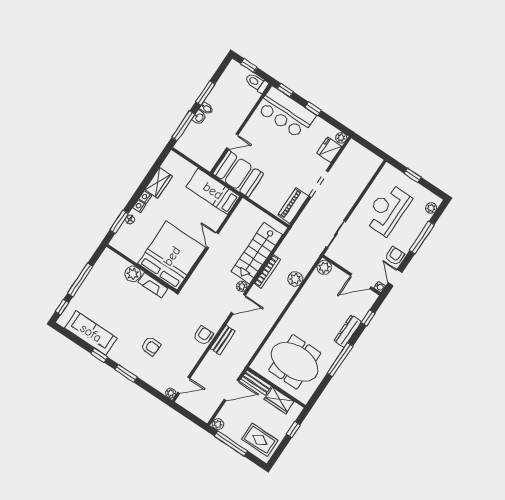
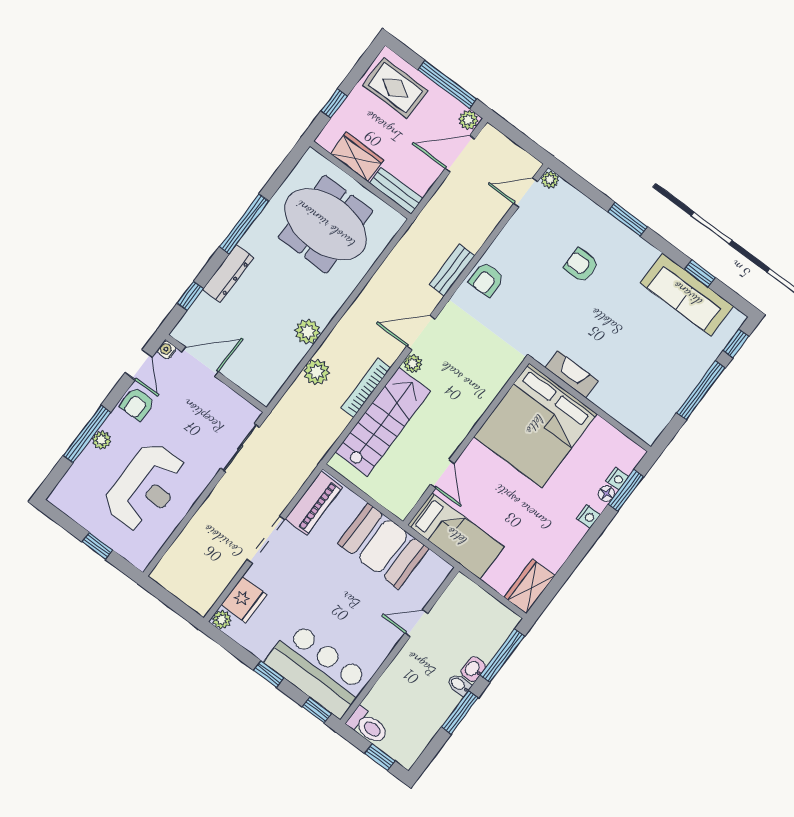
booth: (238, 174) -> (383, 546), moved
wardrobe: (158, 183) -> (529, 586), moved
nightstand: (145, 197) -> (617, 479), moved
plant: (431, 208) -> (102, 440), moved
door: (212, 240) -> (442, 474), moved
plant: (324, 267) -> (308, 332), moved
plant: (133, 274) -> (606, 396), removed
window: (99, 355) -> (700, 273), moved
door: (232, 390) -> (460, 154), moved

